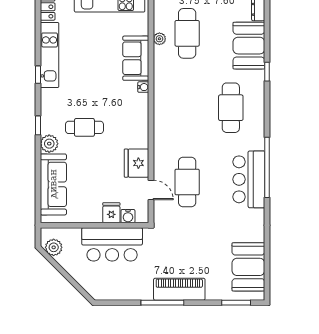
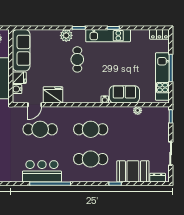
cafe table: (187, 33) -> (91, 129), moved
kitchen unit: (50, 55) -> (108, 36), moved
sofa: (53, 184) -> (21, 50), moved, turned -90

